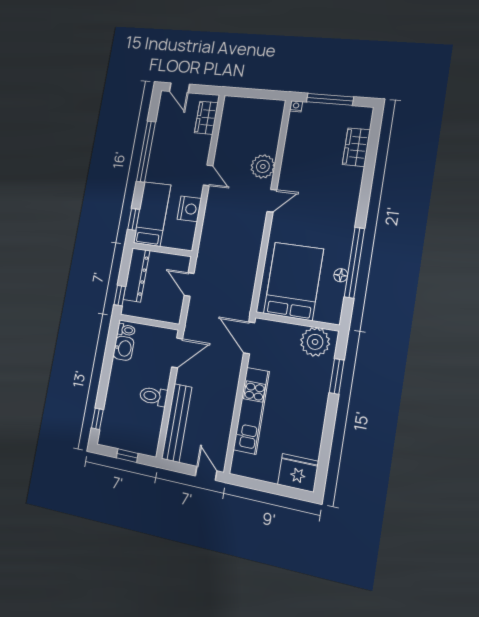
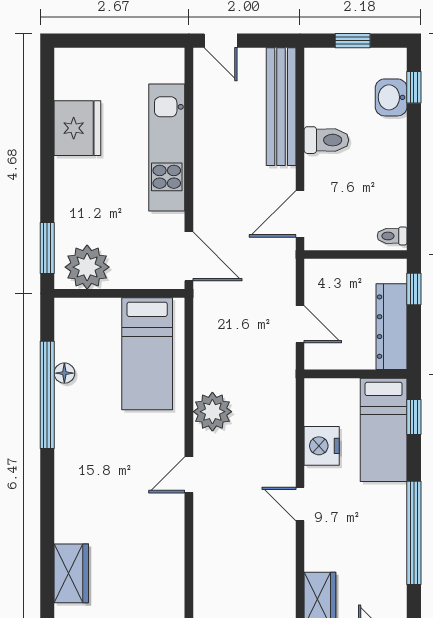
plant: (263, 166) -> (212, 412), moved
bed: (294, 281) -> (147, 354), width x0.67
washbasin: (123, 348) -> (391, 97), moved
window: (337, 376) -> (47, 248), moved
fridge: (298, 473) -> (77, 128), moved, turned -90

